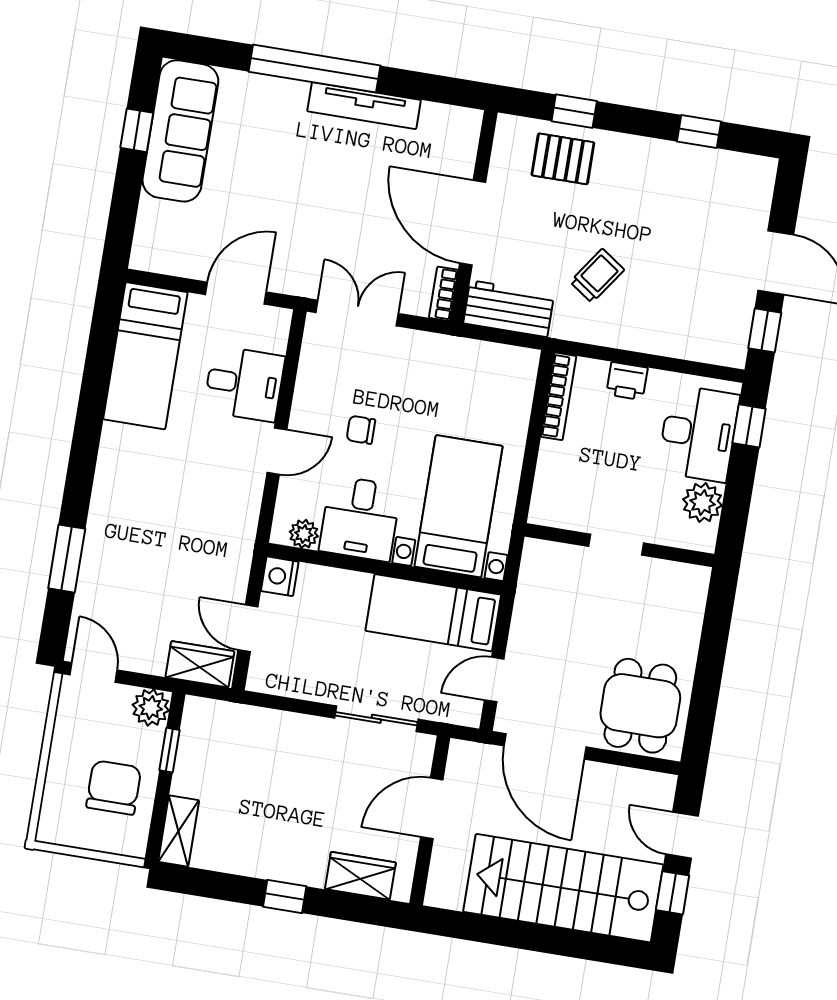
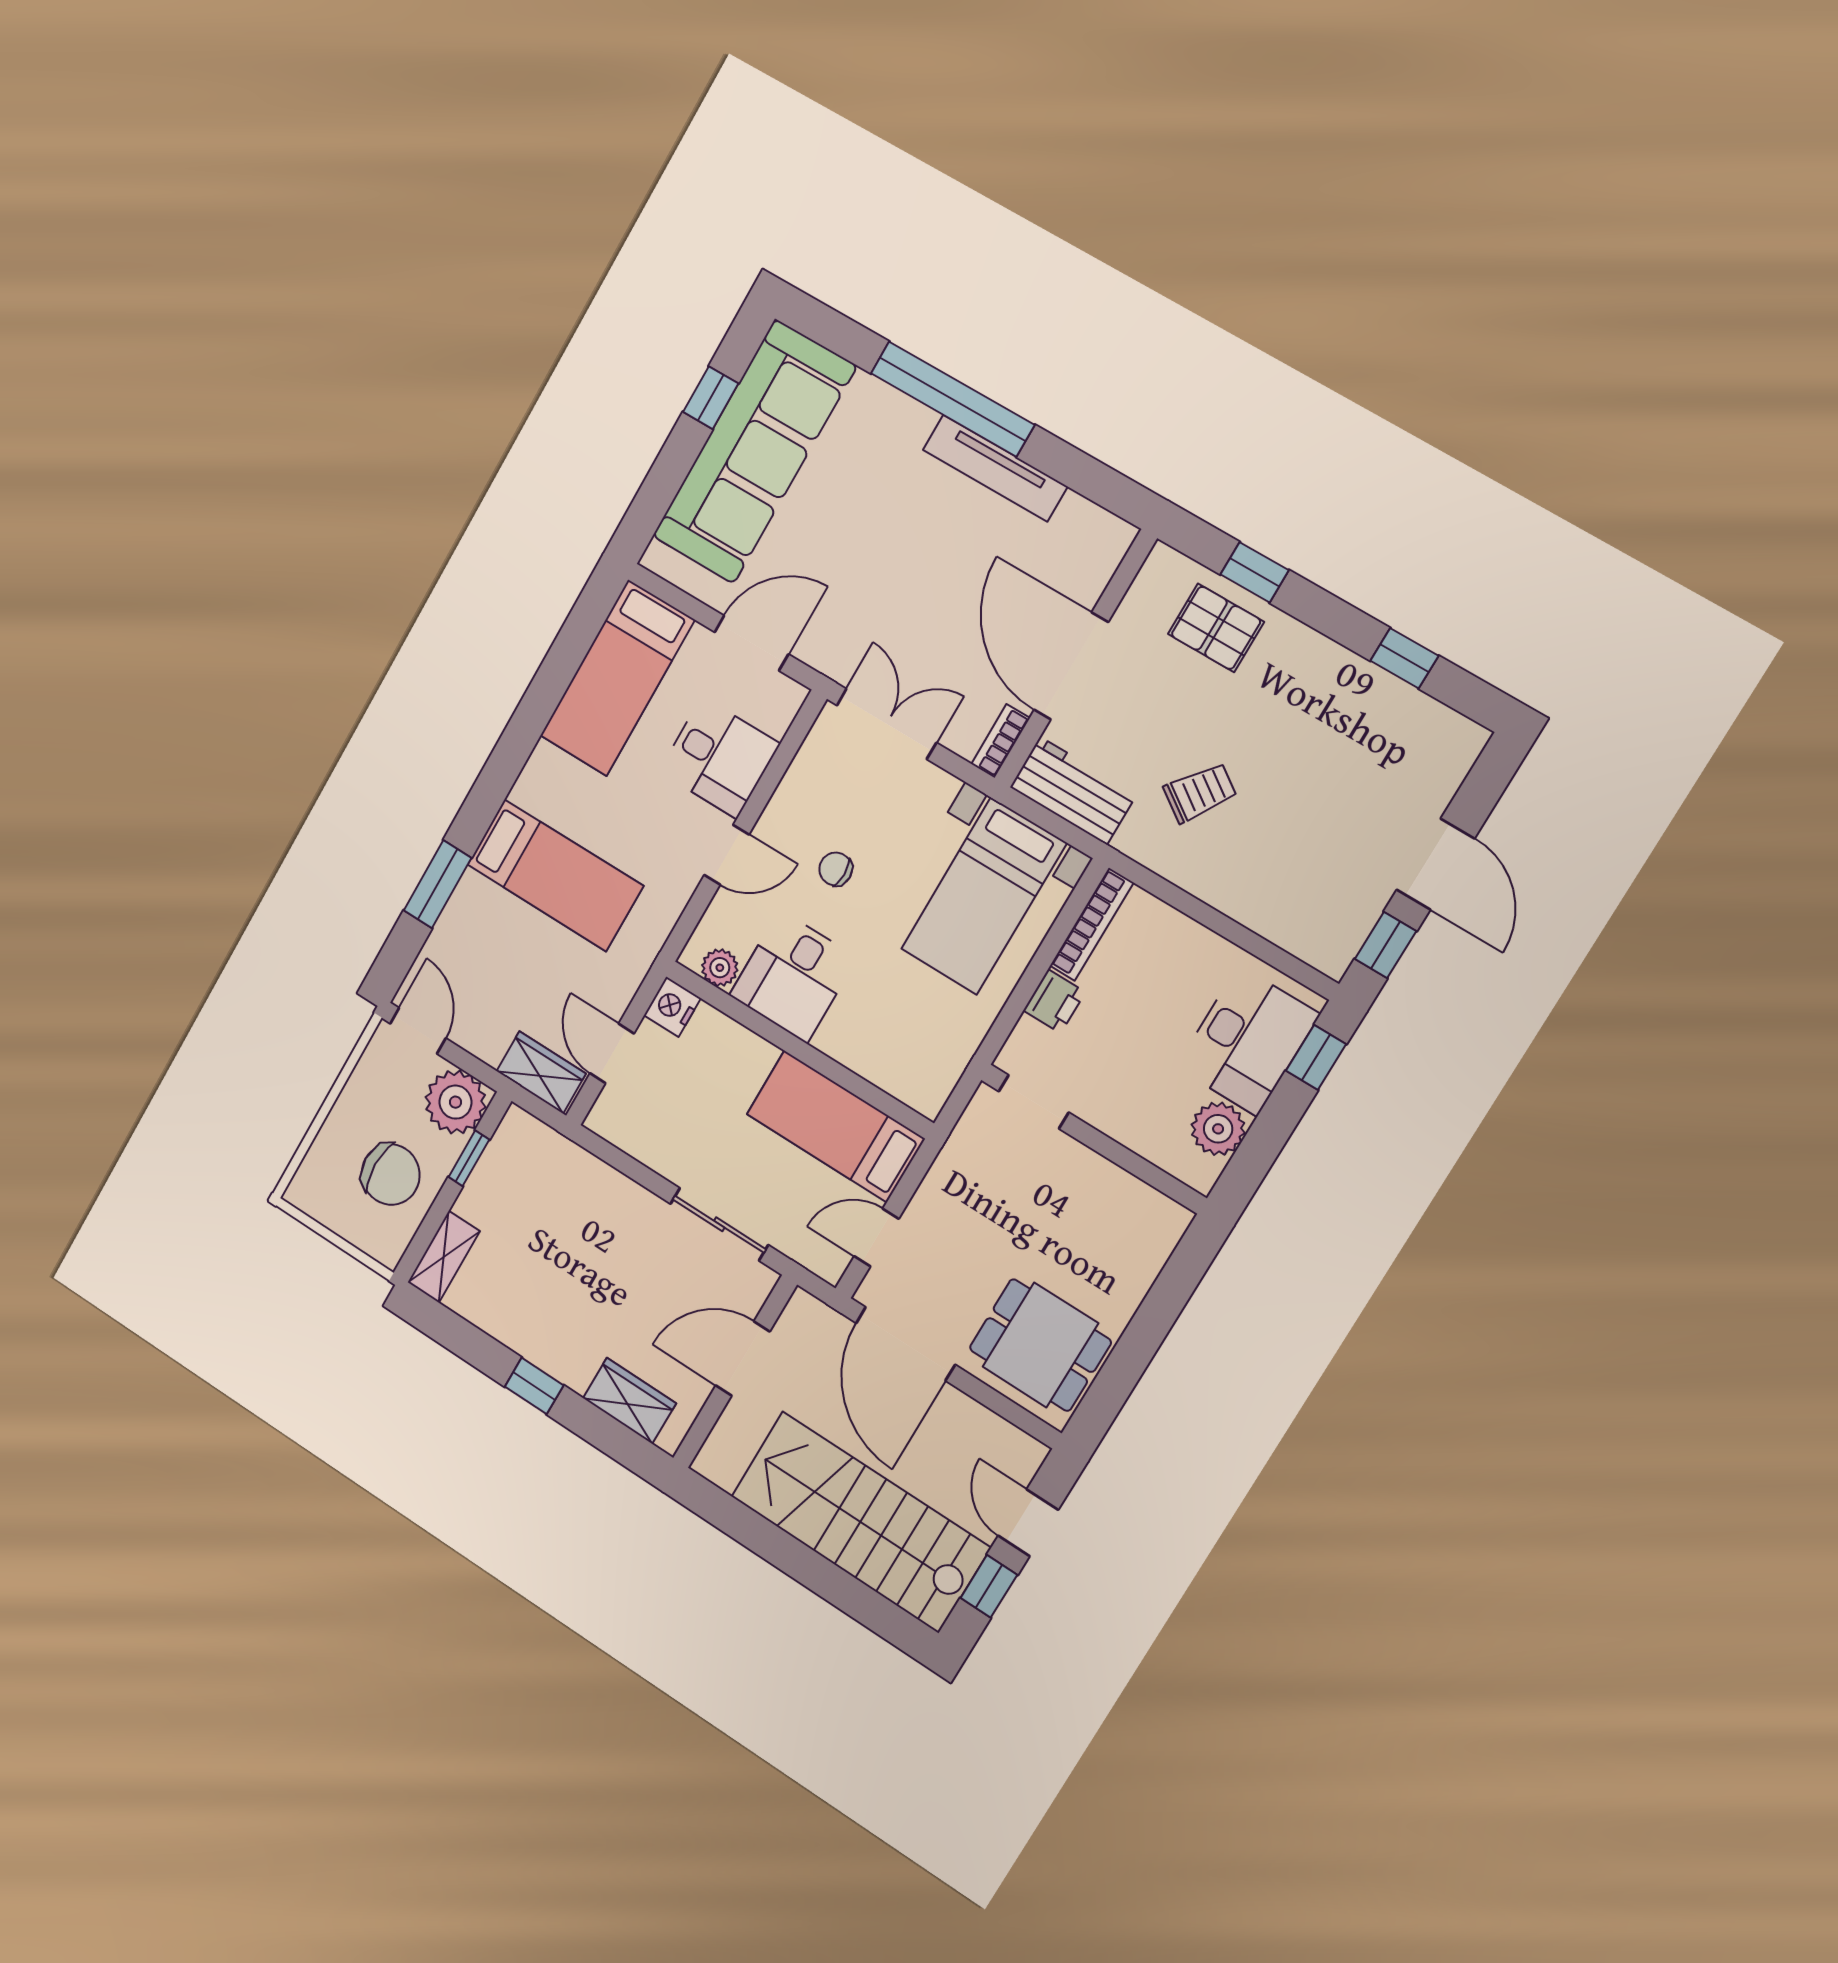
sofa: (180, 131) -> (754, 452), width x1.36, depth x1.27
printer: (627, 381) -> (1054, 1001), moved, turned -90
bed with nightstands: (459, 506) -> (984, 896), moved, turned 180
bed: (154, 516) -> (555, 875), added
doorway: (616, 545) -> (1034, 1102), moved
dining table: (640, 706) -> (1040, 1345), turned 90
plant: (151, 708) -> (455, 1102), width x1.36, depth x1.36
chair: (114, 787) -> (391, 1174), turned 90

